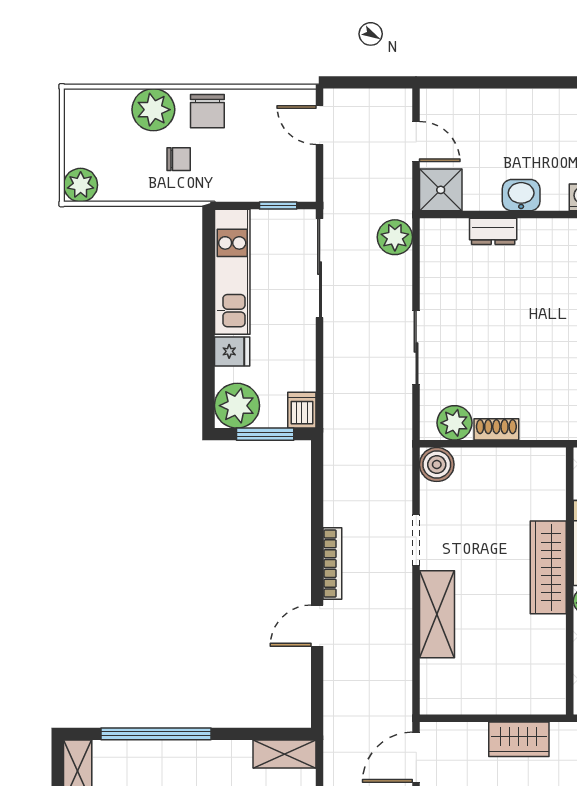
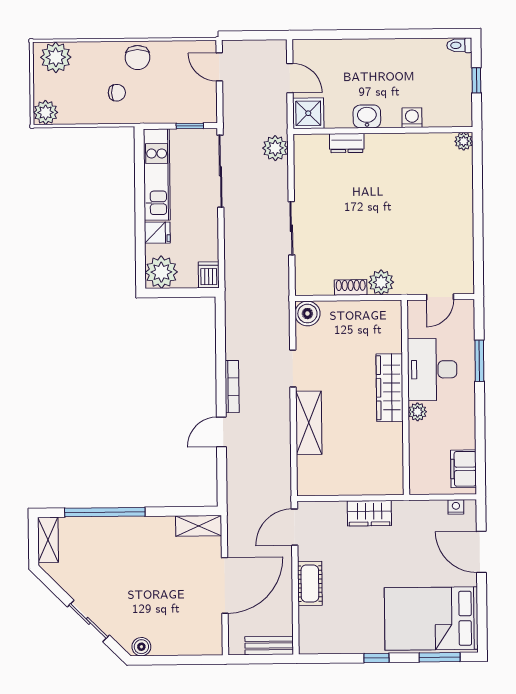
plant: (153, 110) -> (56, 57), moved
plant: (454, 423) -> (381, 282), moved
window: (265, 434) -> (182, 293), removed

